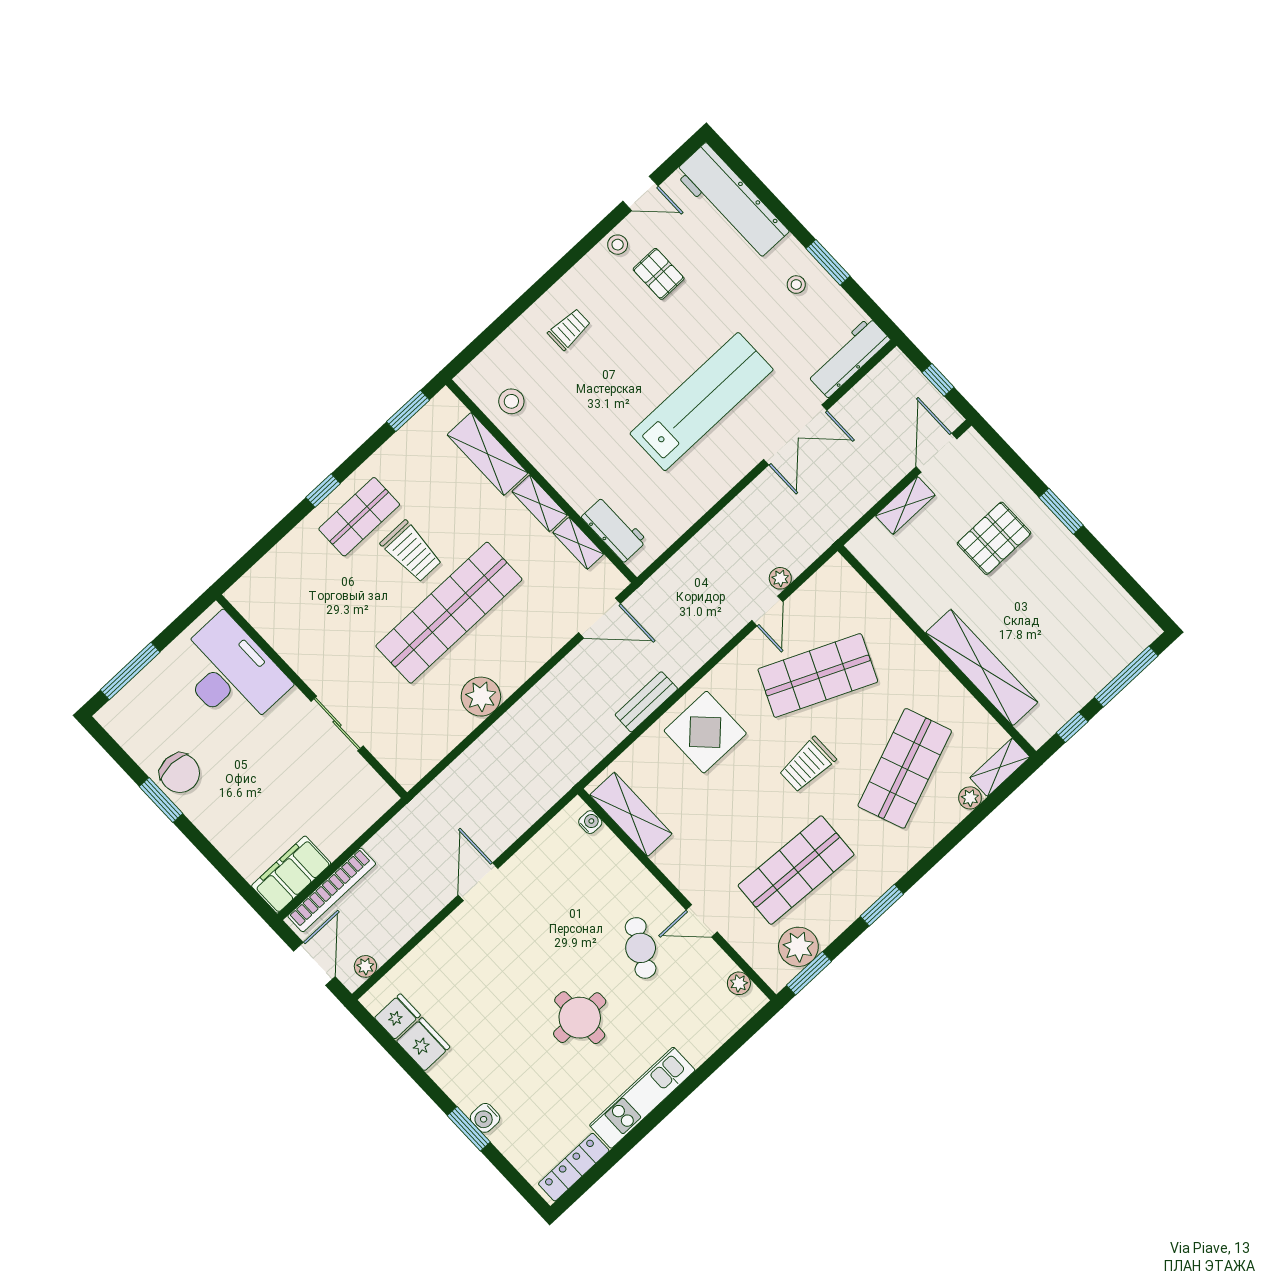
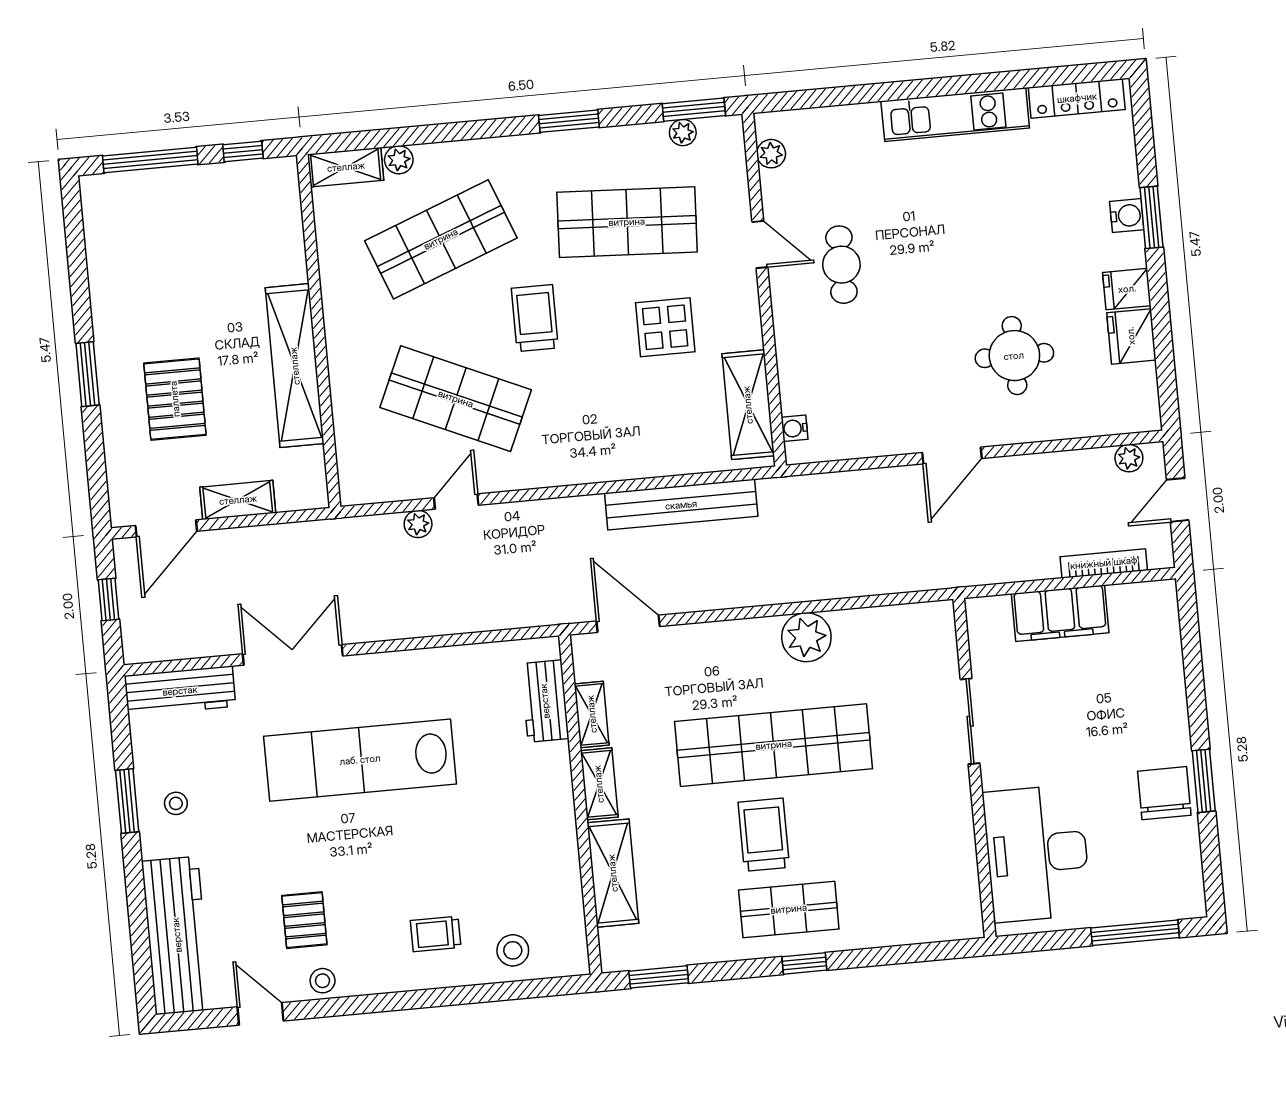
stool: (511, 401) -> (513, 950), moved
pallet: (994, 538) -> (175, 399), turned 90
shelving: (982, 668) -> (295, 366), moved
bench: (646, 702) -> (681, 505), width x1.86, depth x1.21
display table: (705, 732) -> (665, 327), moved, width x0.73, depth x0.73
trolley: (807, 765) -> (535, 318), turned -90
filing cabinet: (291, 875) -> (1060, 613), moved
bookcase: (332, 890) -> (1104, 563), width x0.68, depth x0.76
plant: (798, 947) -> (683, 133), width x0.53, depth x0.53
cafe table: (641, 948) -> (841, 265), turned -30
door: (314, 964) -> (1178, 500), width x0.73
fridge: (397, 1016) -> (1127, 289), moved
round table: (580, 1018) -> (1014, 356), moved

